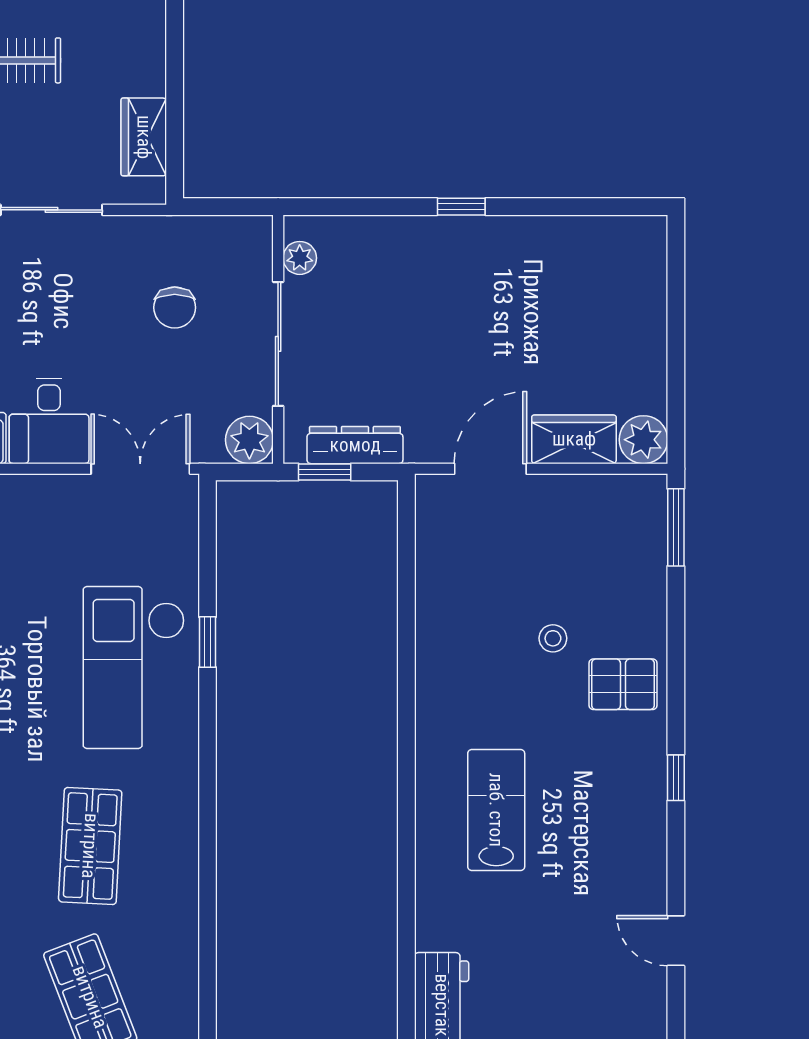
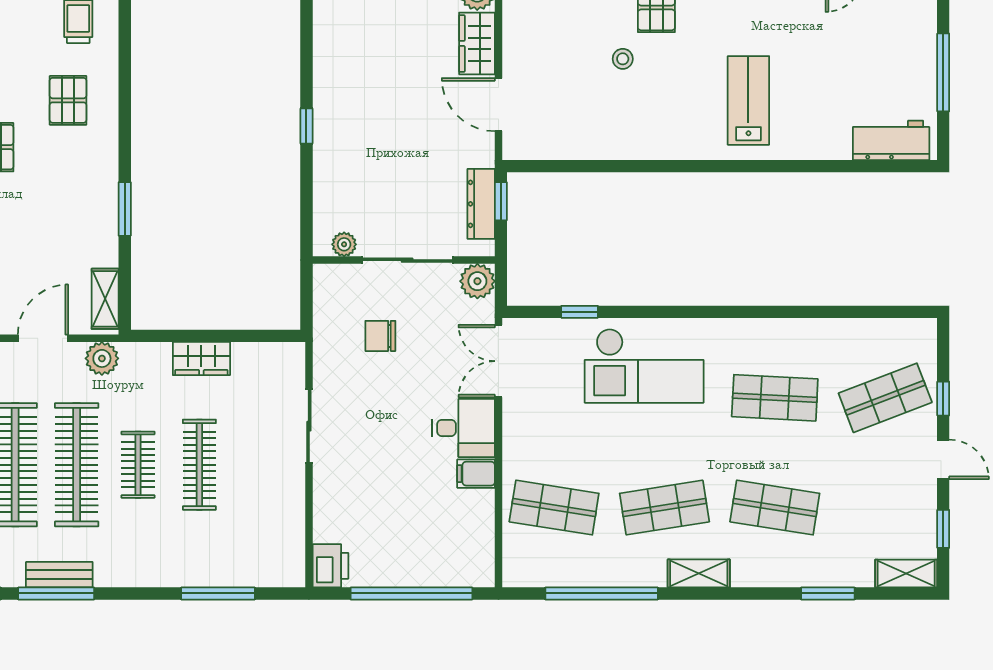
wardrobe: (144, 137) -> (201, 359), moved
chair: (175, 308) -> (380, 336), turned 180
window: (325, 472) -> (501, 201), moved
window: (208, 642) -> (580, 312), moved
lab bench: (496, 810) -> (748, 100), turned 90

